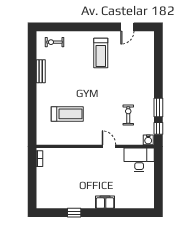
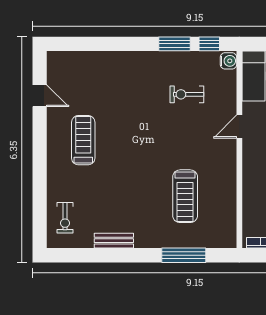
treadmill: (101, 53) -> (83, 140), turned -90
window: (32, 113) -> (184, 255), added
treadmill: (67, 114) -> (185, 196), turned 180

